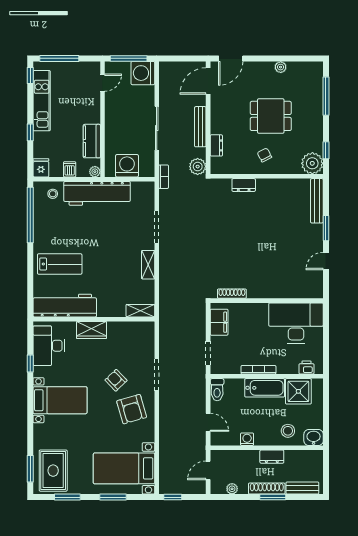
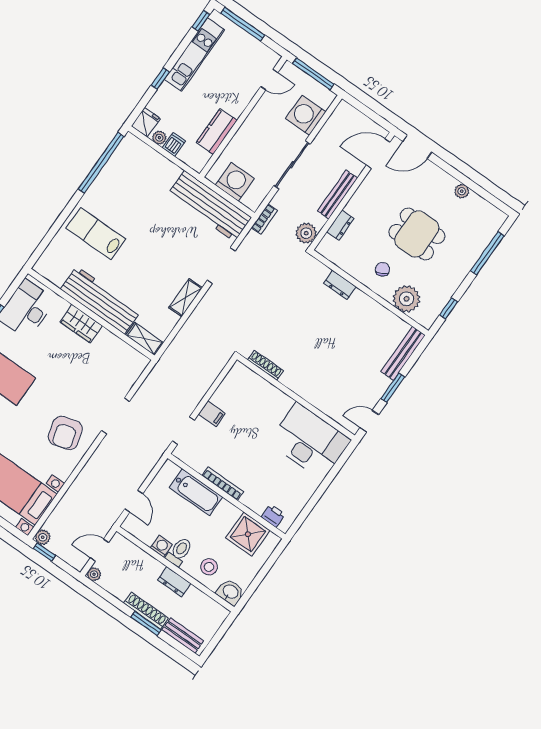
washing machine: (143, 73) -> (306, 115), moved
plant: (312, 163) -> (407, 299), moved
plant: (95, 172) -> (159, 138), moved
workbench: (97, 193) -> (209, 206), moved
stool: (53, 194) -> (139, 157), removed
lab bench: (60, 264) -> (96, 234), turned 180
shoe rack: (232, 294) -> (265, 365), moved
wall: (267, 301) -> (296, 397), moved
workbench: (65, 306) -> (101, 300), moved
filing cabinet: (219, 322) -> (212, 414), width x0.50
desk: (296, 323) -> (310, 441), moved
armchair: (116, 380) -> (70, 392), removed
bathtub: (265, 388) -> (196, 492), moved
toilet: (217, 390) -> (179, 552), moved, turned 180
plant: (165, 488) -> (43, 537), added
plant: (232, 489) -> (94, 574), moved

